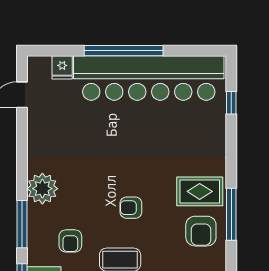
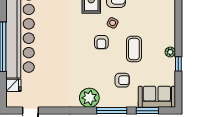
side table: (162, 226) -> (113, 23), added

